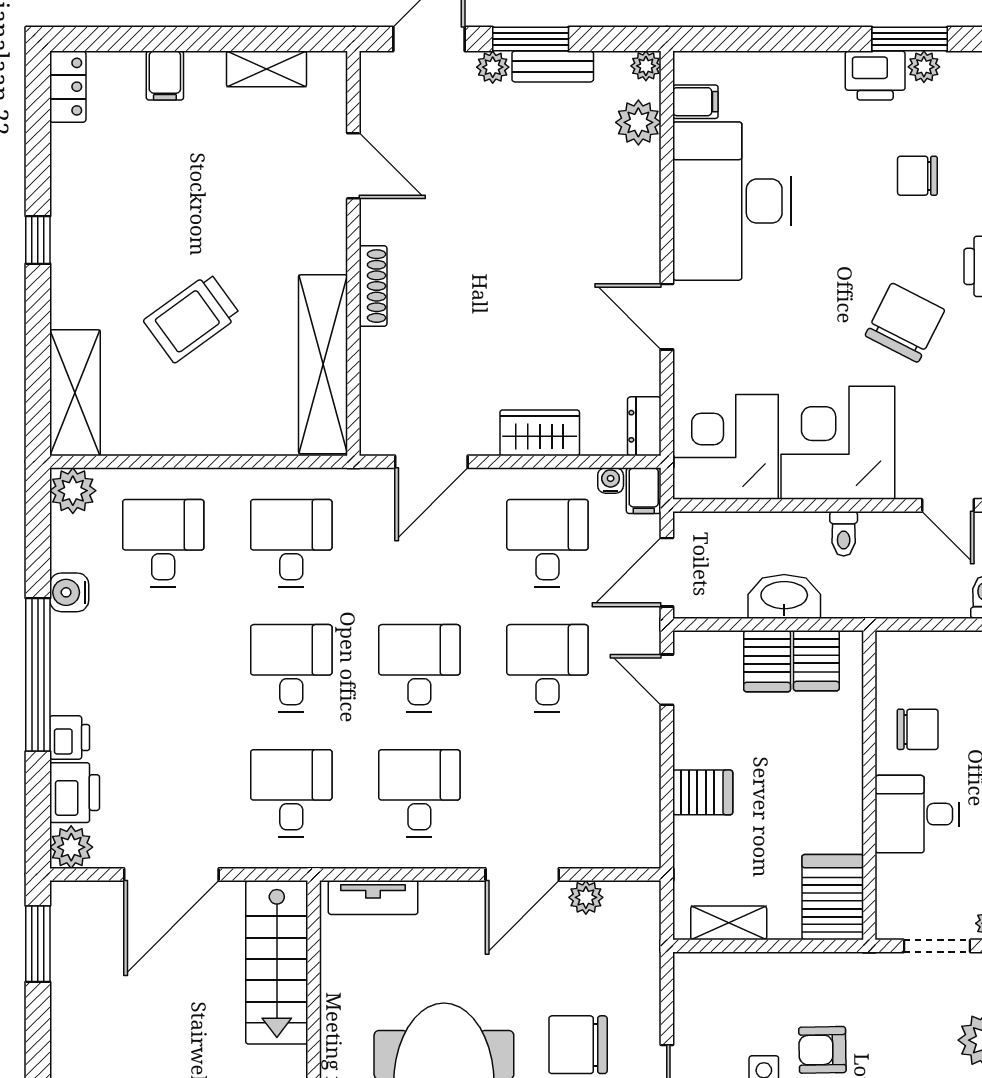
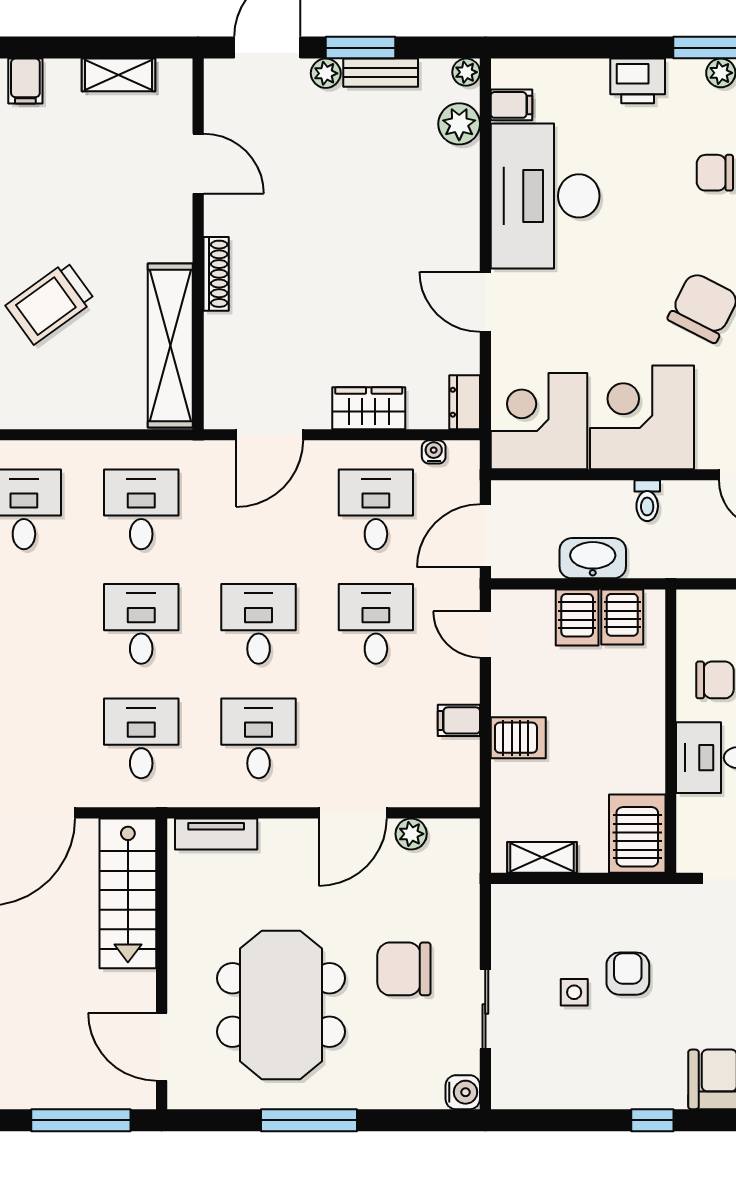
printer: (875, 76) -> (638, 81), moved
filing cabinet: (644, 491) -> (459, 720), moved, turned 90
armchair: (822, 1050) -> (628, 974), turned 91

